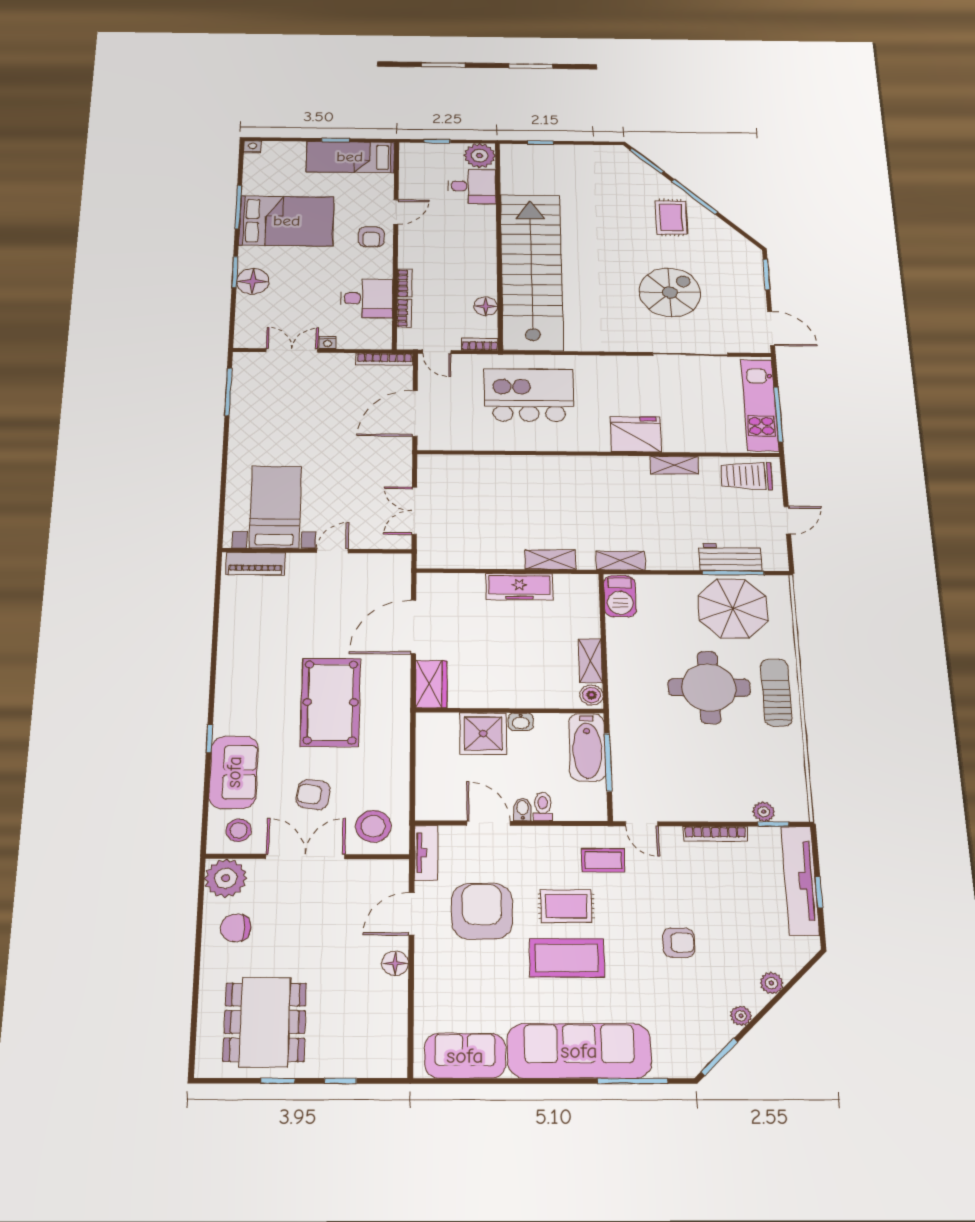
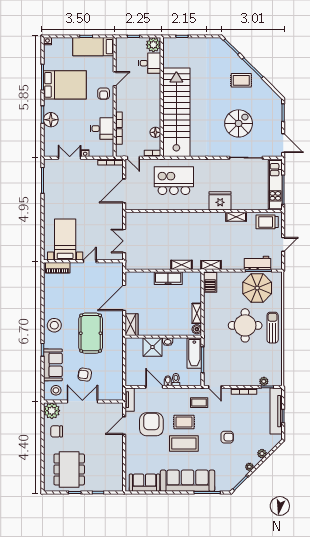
rug: (671, 217) -> (241, 80), turned 90
stool: (373, 826) -> (54, 325), moved
floor lamp: (395, 963) -> (118, 446), removed

